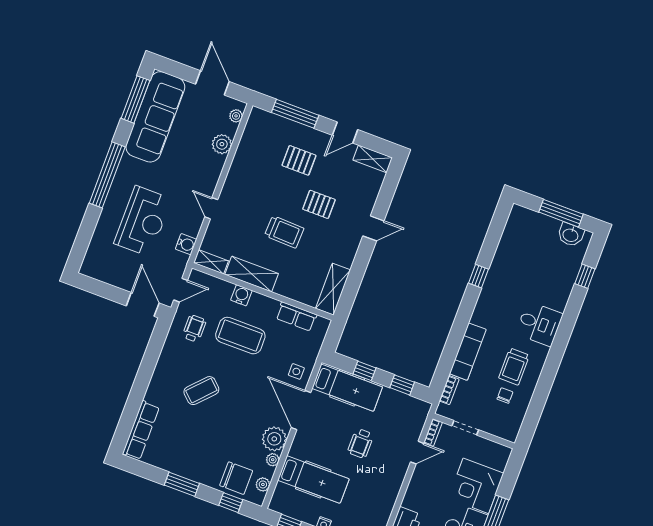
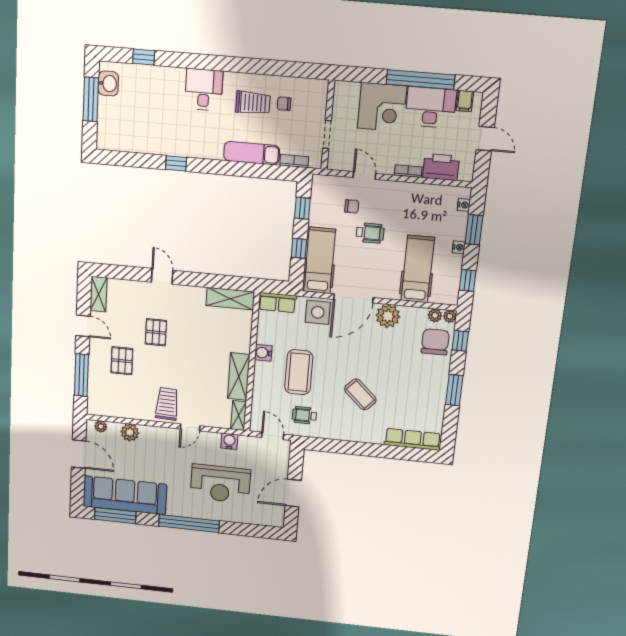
door: (212, 83) -> (79, 454), swing flipped
reception desk: (143, 221) -> (220, 484), turned 180
trolley: (284, 232) -> (167, 404), moved
water cooler: (241, 295) -> (263, 353), moved
door: (143, 304) -> (293, 493), moved
row of seats: (296, 317) -> (277, 302), moved, turned 90
side table: (296, 371) -> (318, 312), width x1.87, depth x1.87
bookcase: (433, 432) -> (408, 171), moved
chair: (391, 433) -> (352, 206), added
plant: (273, 460) -> (450, 316), moved

